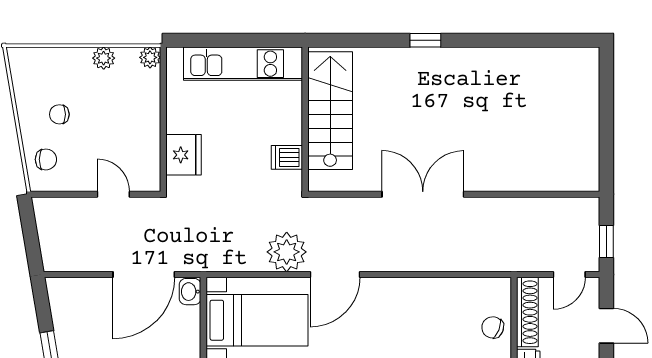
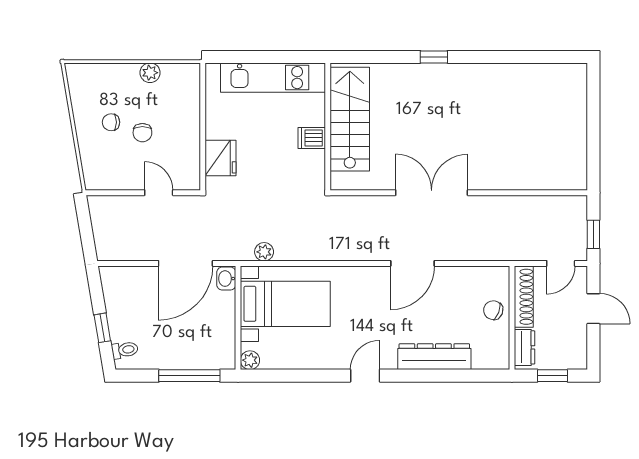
plant: (150, 57) -> (191, 72), removed
dishwasher: (287, 157) -> (312, 138), moved
chair: (46, 159) -> (142, 133), moved, turned 90
plant: (287, 252) -> (264, 252), moved, width x0.53, depth x0.53
door: (335, 274) -> (413, 263), moved

